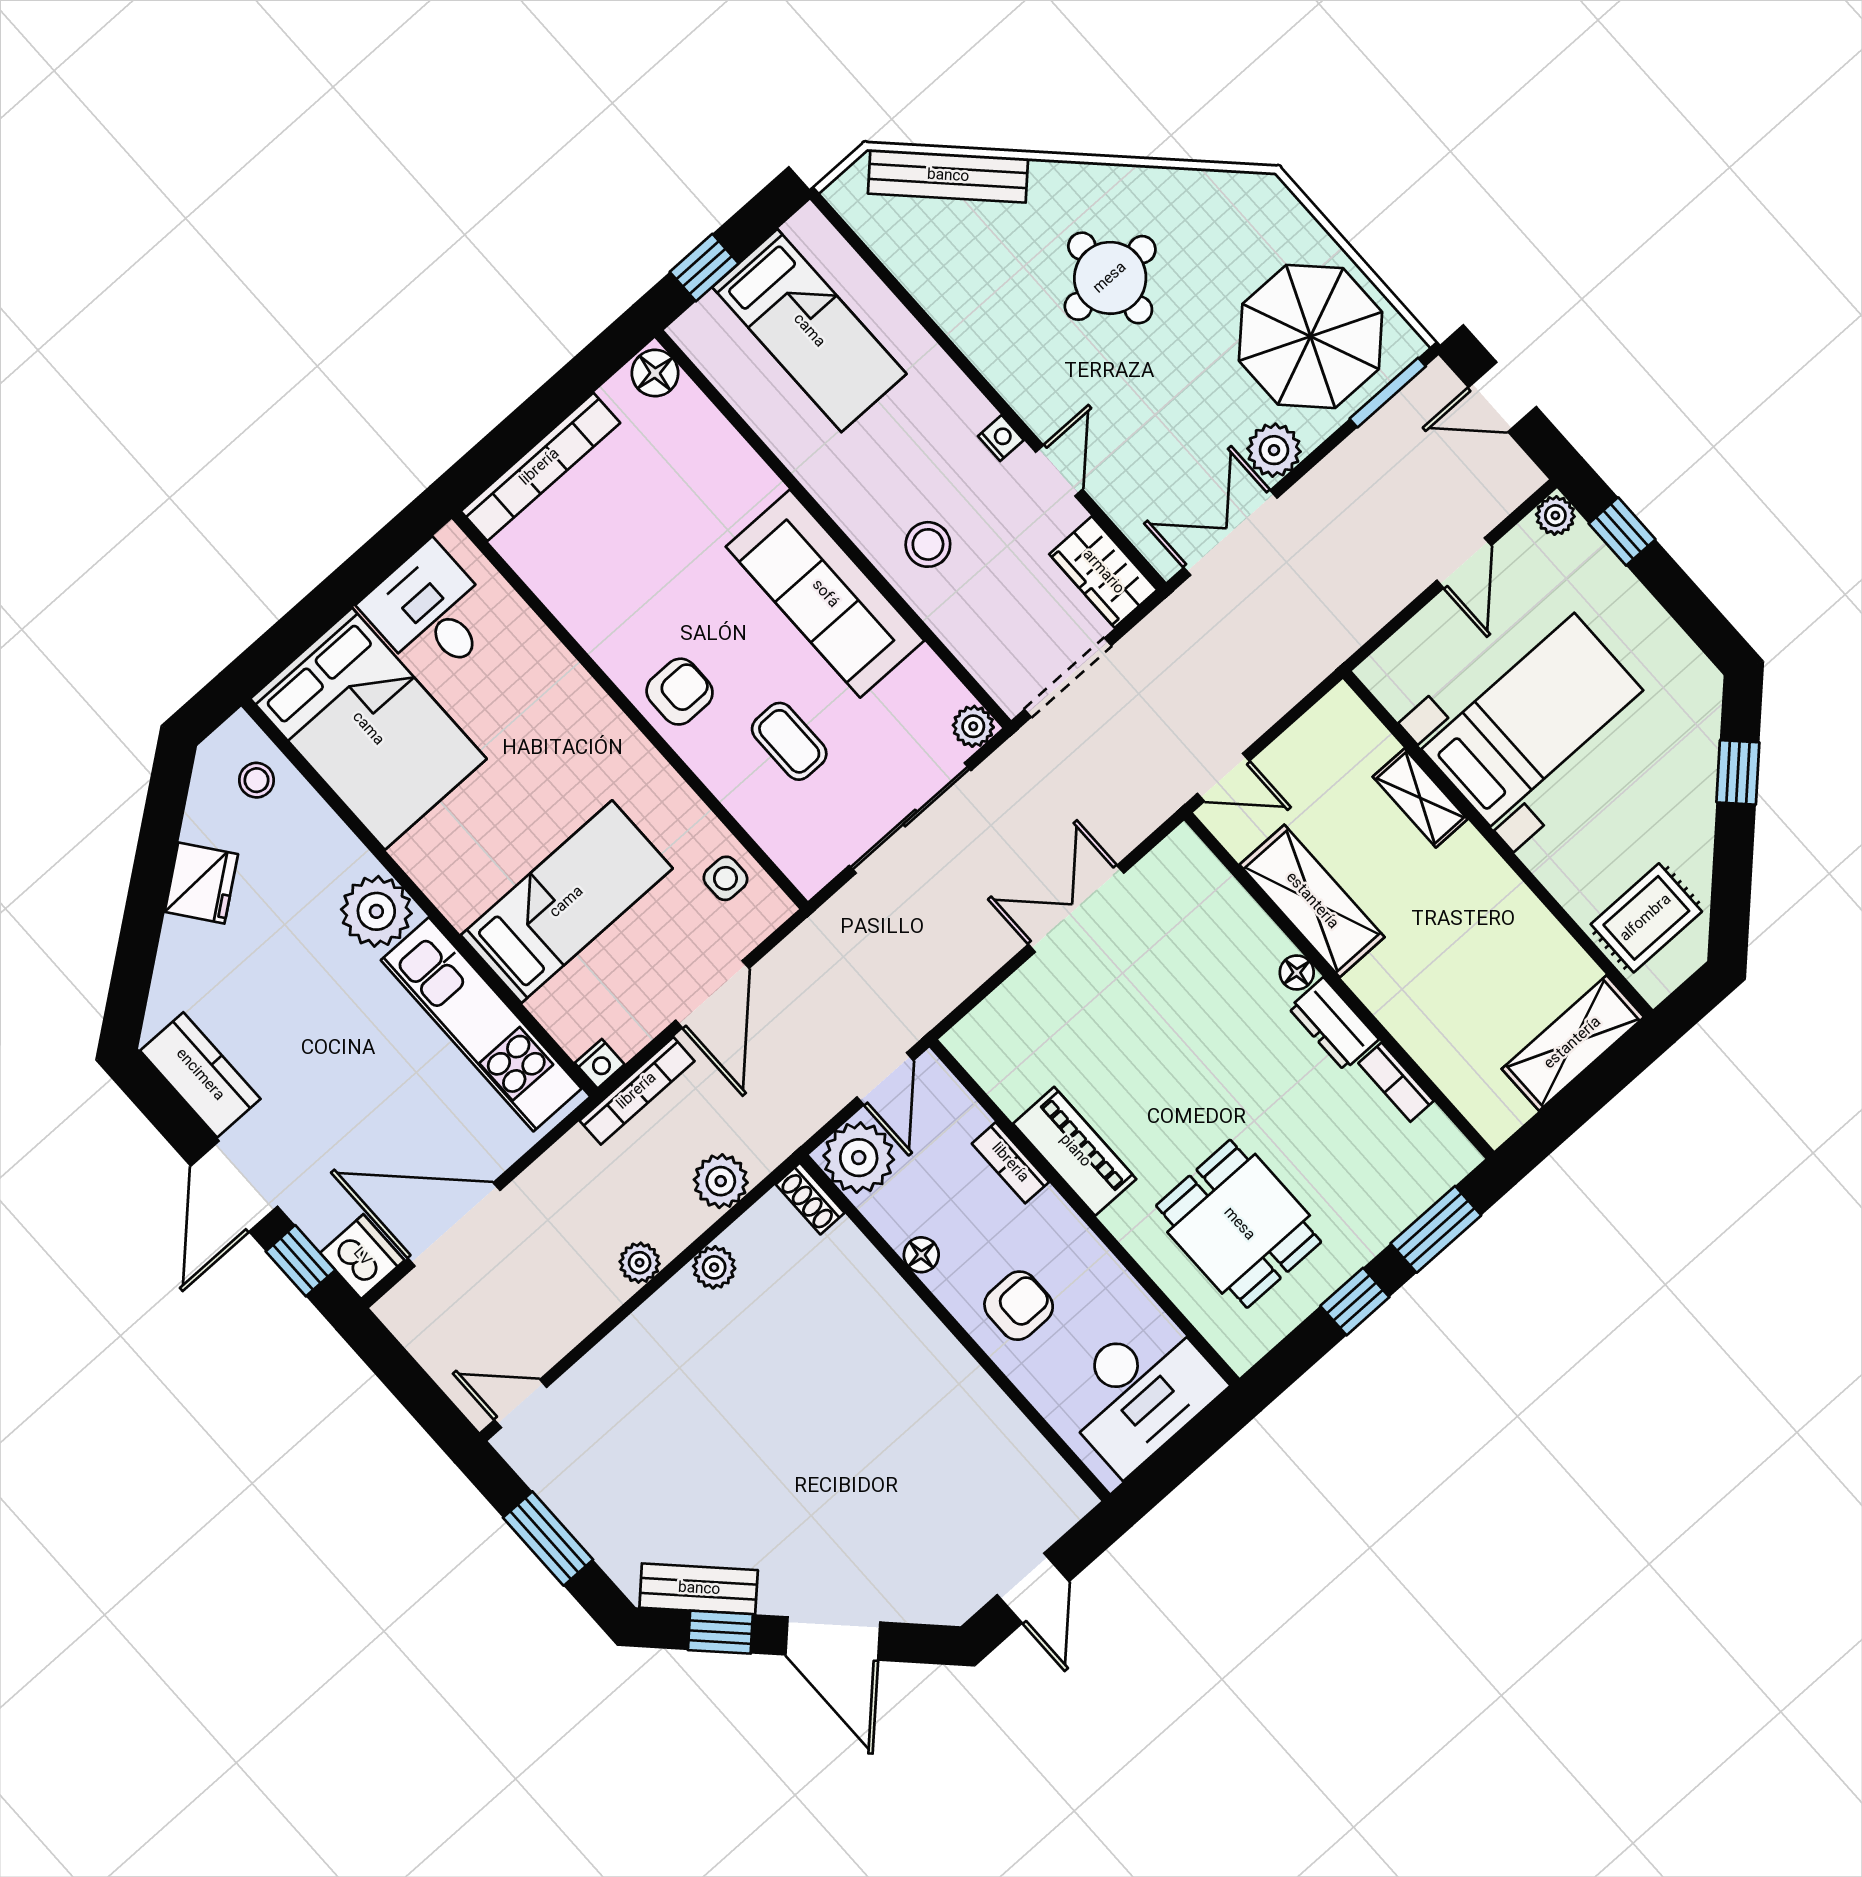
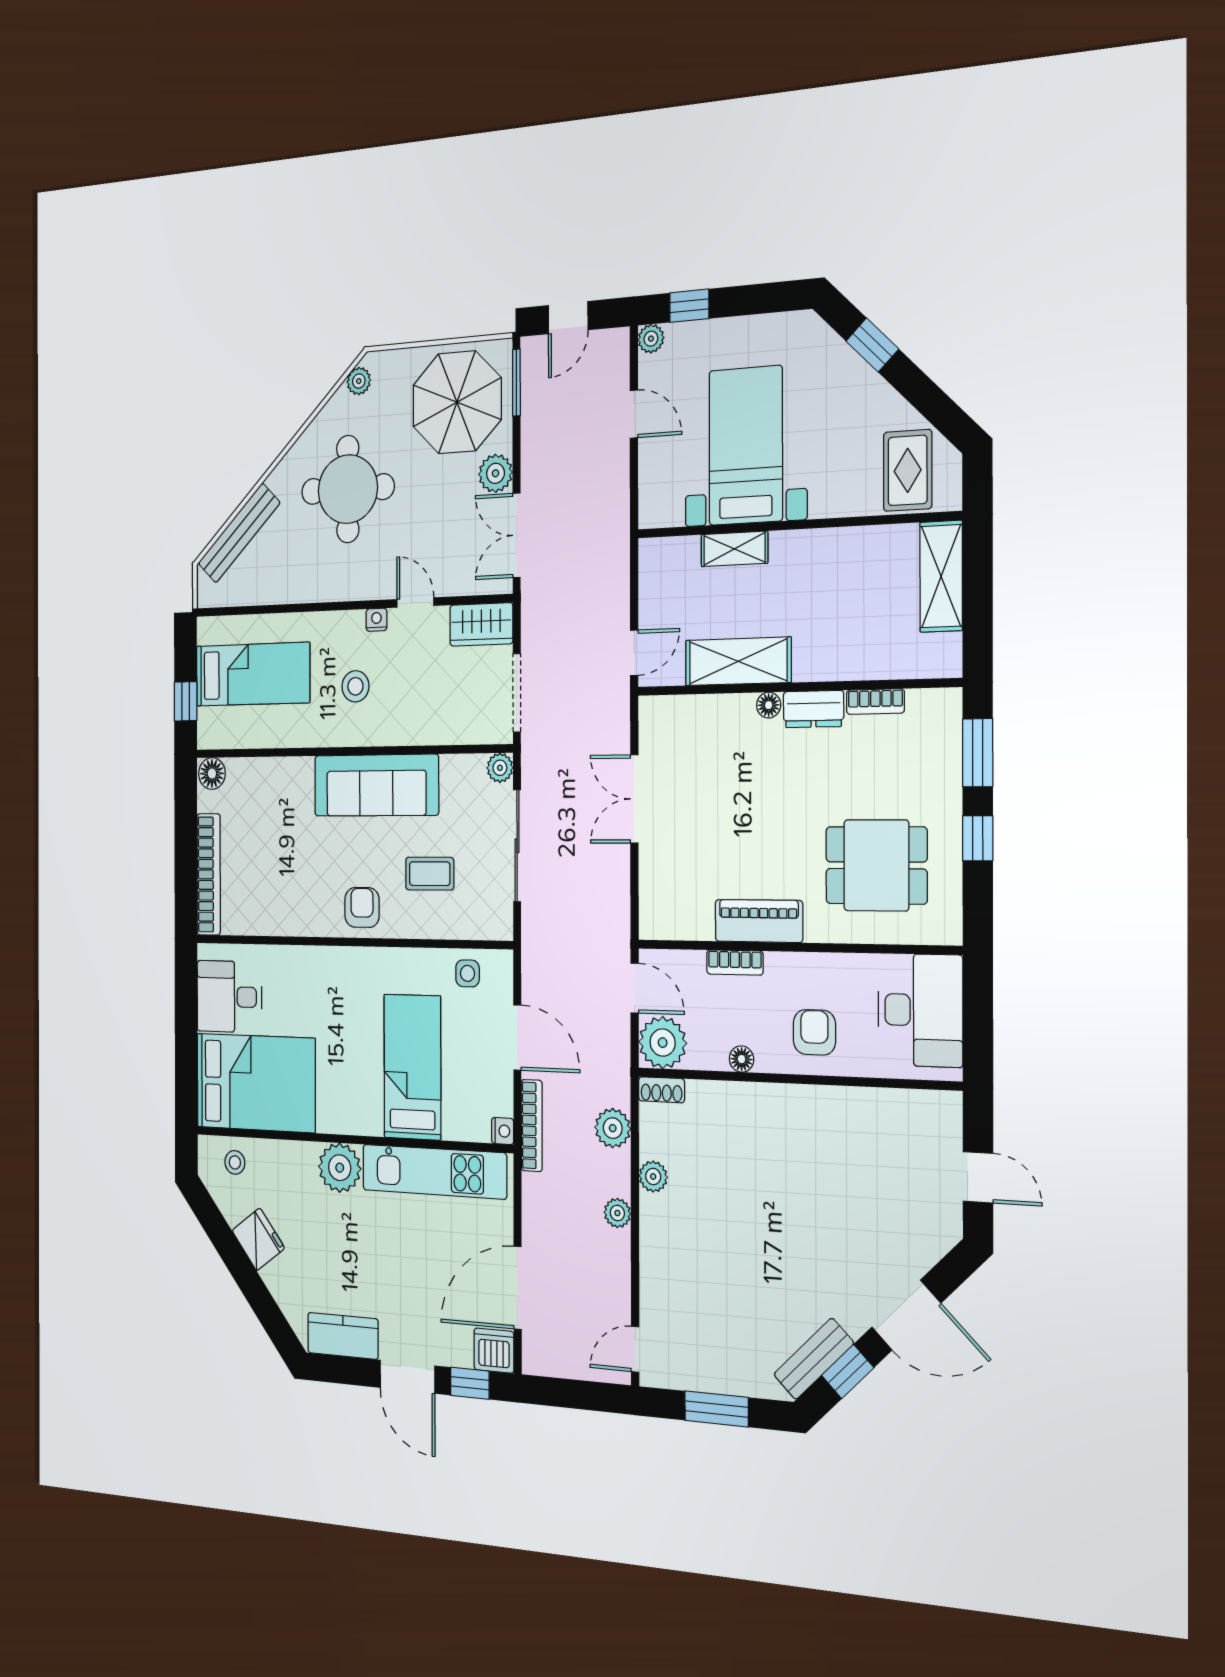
plant: (1236, 190) -> (359, 381), added
round table: (1110, 278) -> (348, 489), width x1.36, depth x1.36
stool: (928, 544) -> (355, 686), moved

